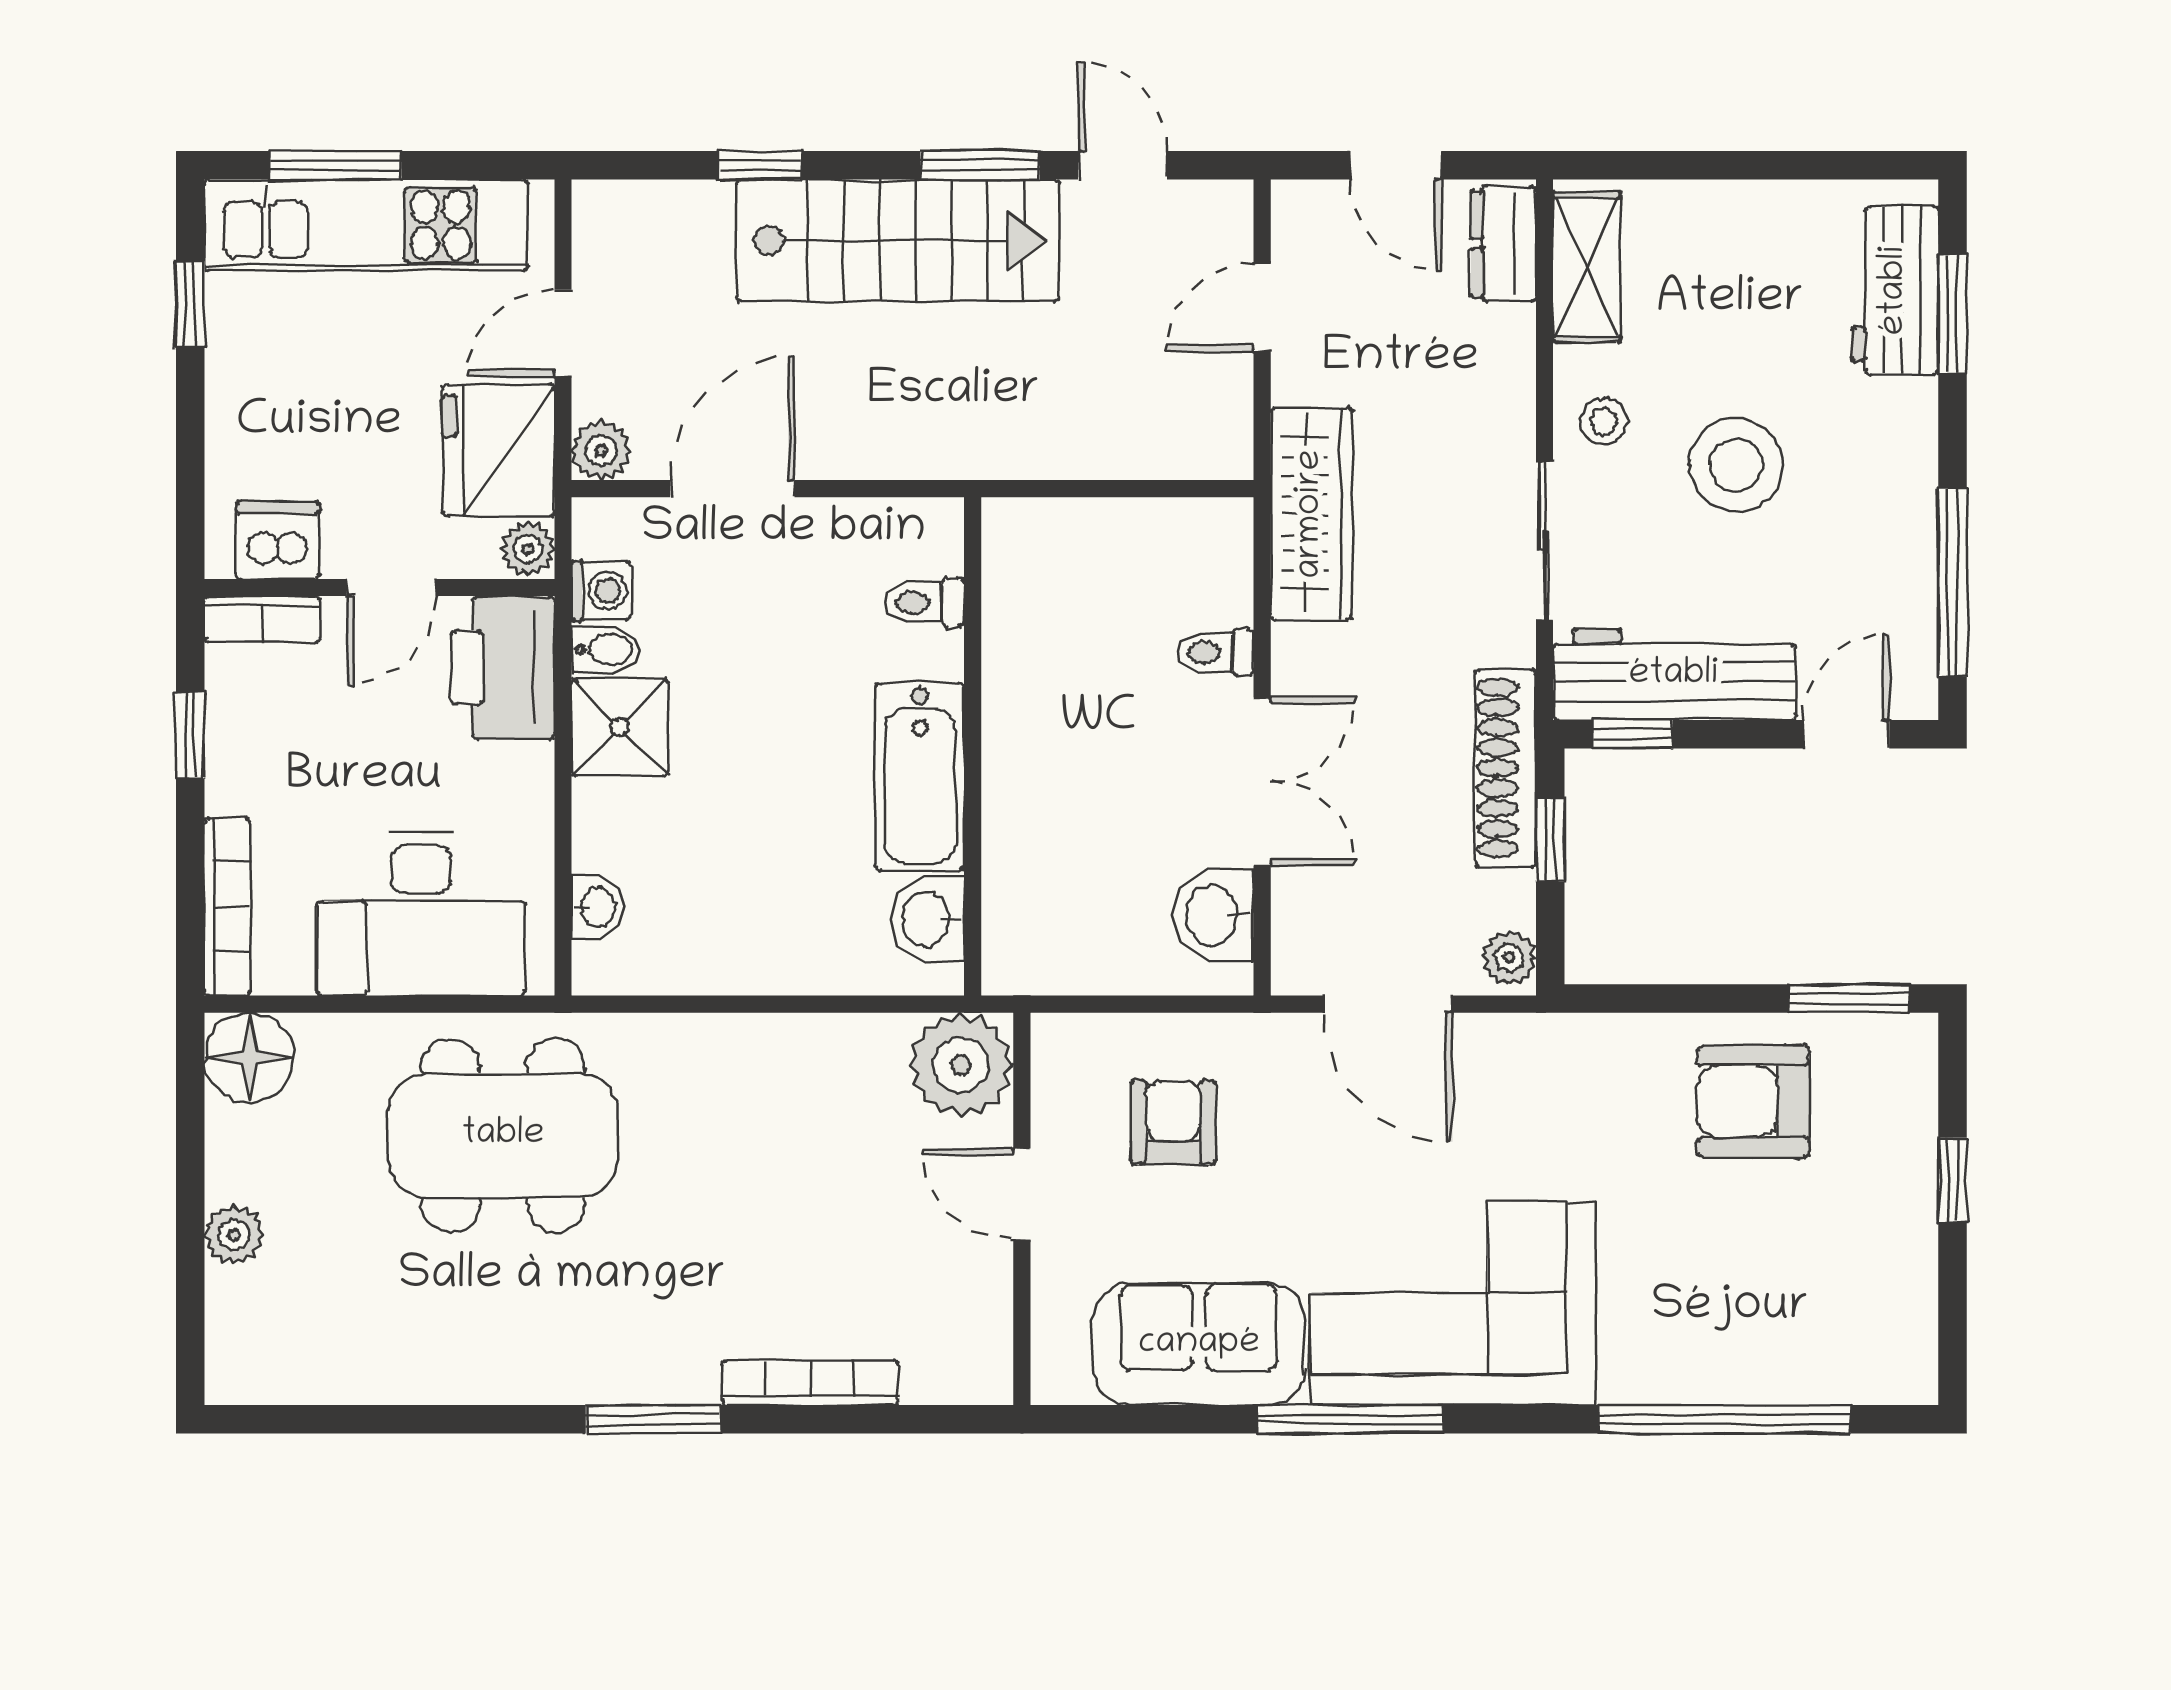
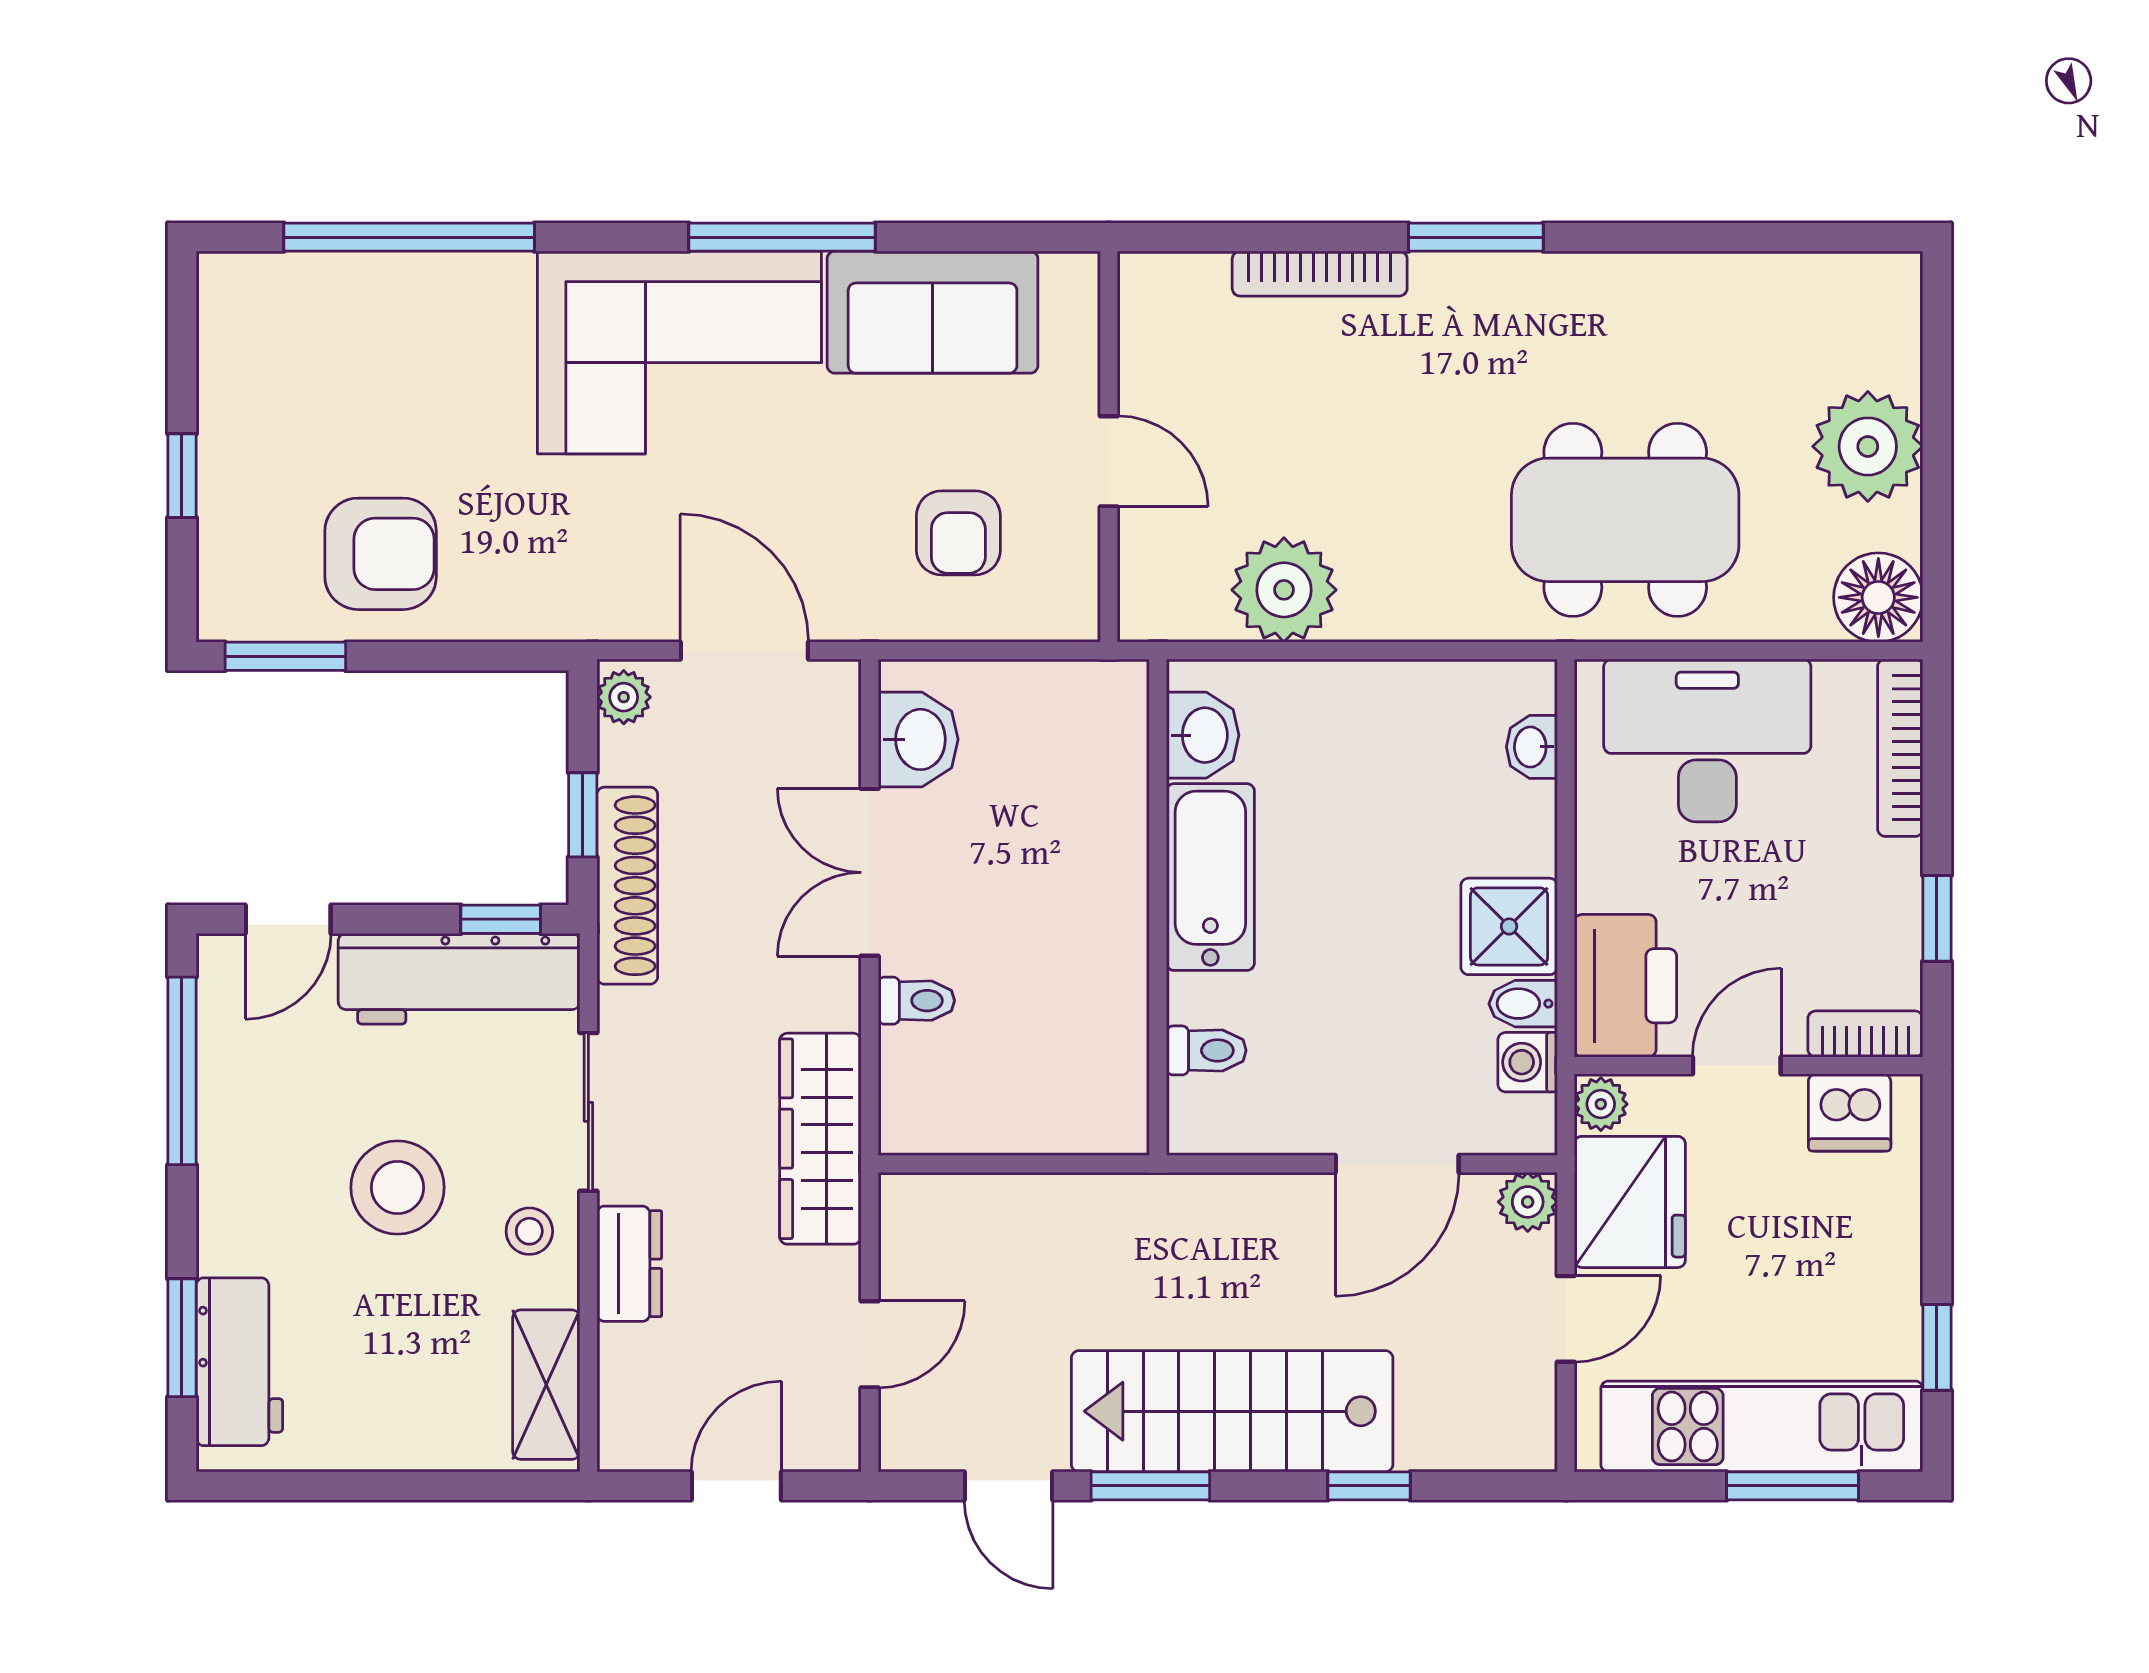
door: (1396, 165) -> (736, 1486), hinge flipped
dresser: (1503, 244) -> (629, 1264), moved
plant: (961, 1065) -> (1284, 590), moved
plant: (234, 1235) -> (1868, 446), width x1.87, depth x1.87

